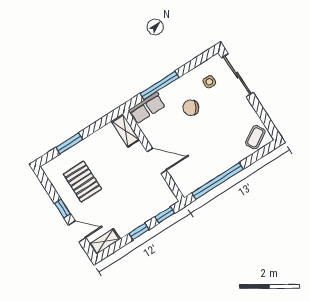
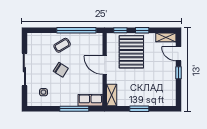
sliding door: (237, 75) -> (24, 70), moved
chair: (191, 108) -> (61, 70), moved
coffee table: (255, 137) -> (62, 45), moved
window: (69, 143) -> (139, 109), moved
pallet: (82, 182) -> (131, 52), moved, width x1.37, depth x1.41

